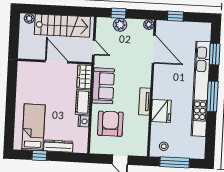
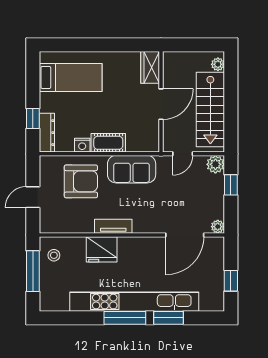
window: (175, 16) -> (231, 281), moved
plant: (120, 25) -> (215, 164), moved
window: (215, 54) -> (168, 318), moved
wardrobe: (84, 77) -> (150, 67), moved, turned -90
dresser: (58, 146) -> (47, 133), moved
window: (39, 156) -> (33, 119), moved

